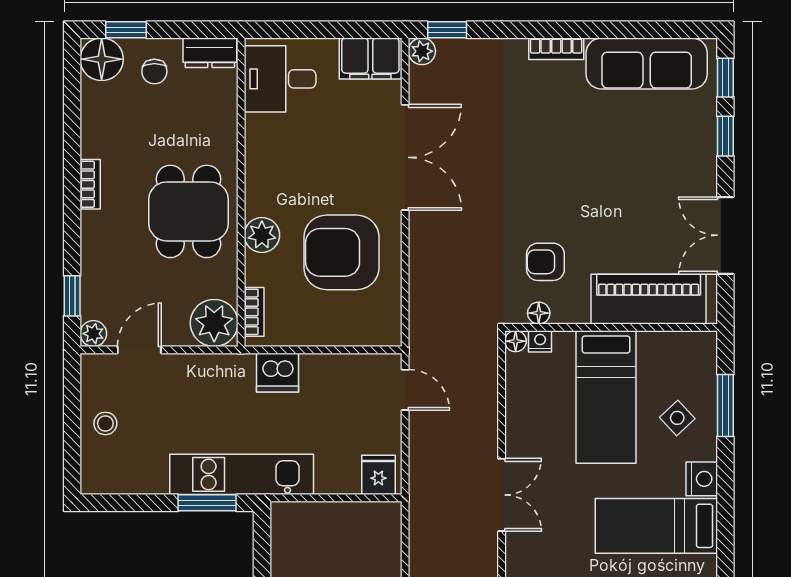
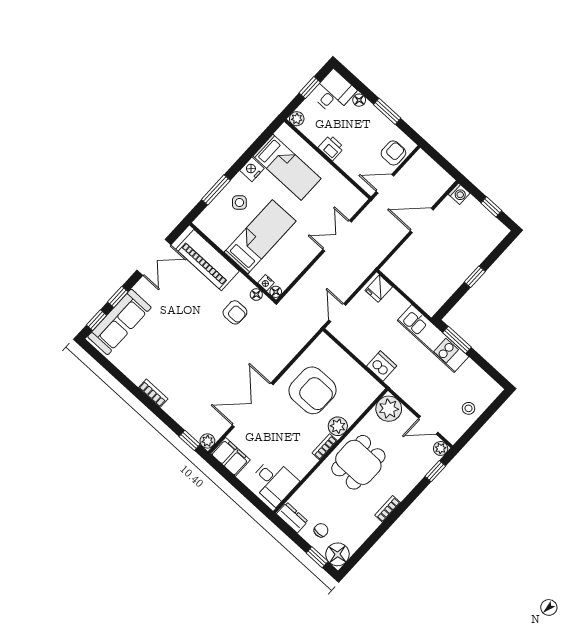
sofa: (647, 63) -> (119, 322), moved, turned 90
bookcase: (254, 312) -> (325, 447), moved

